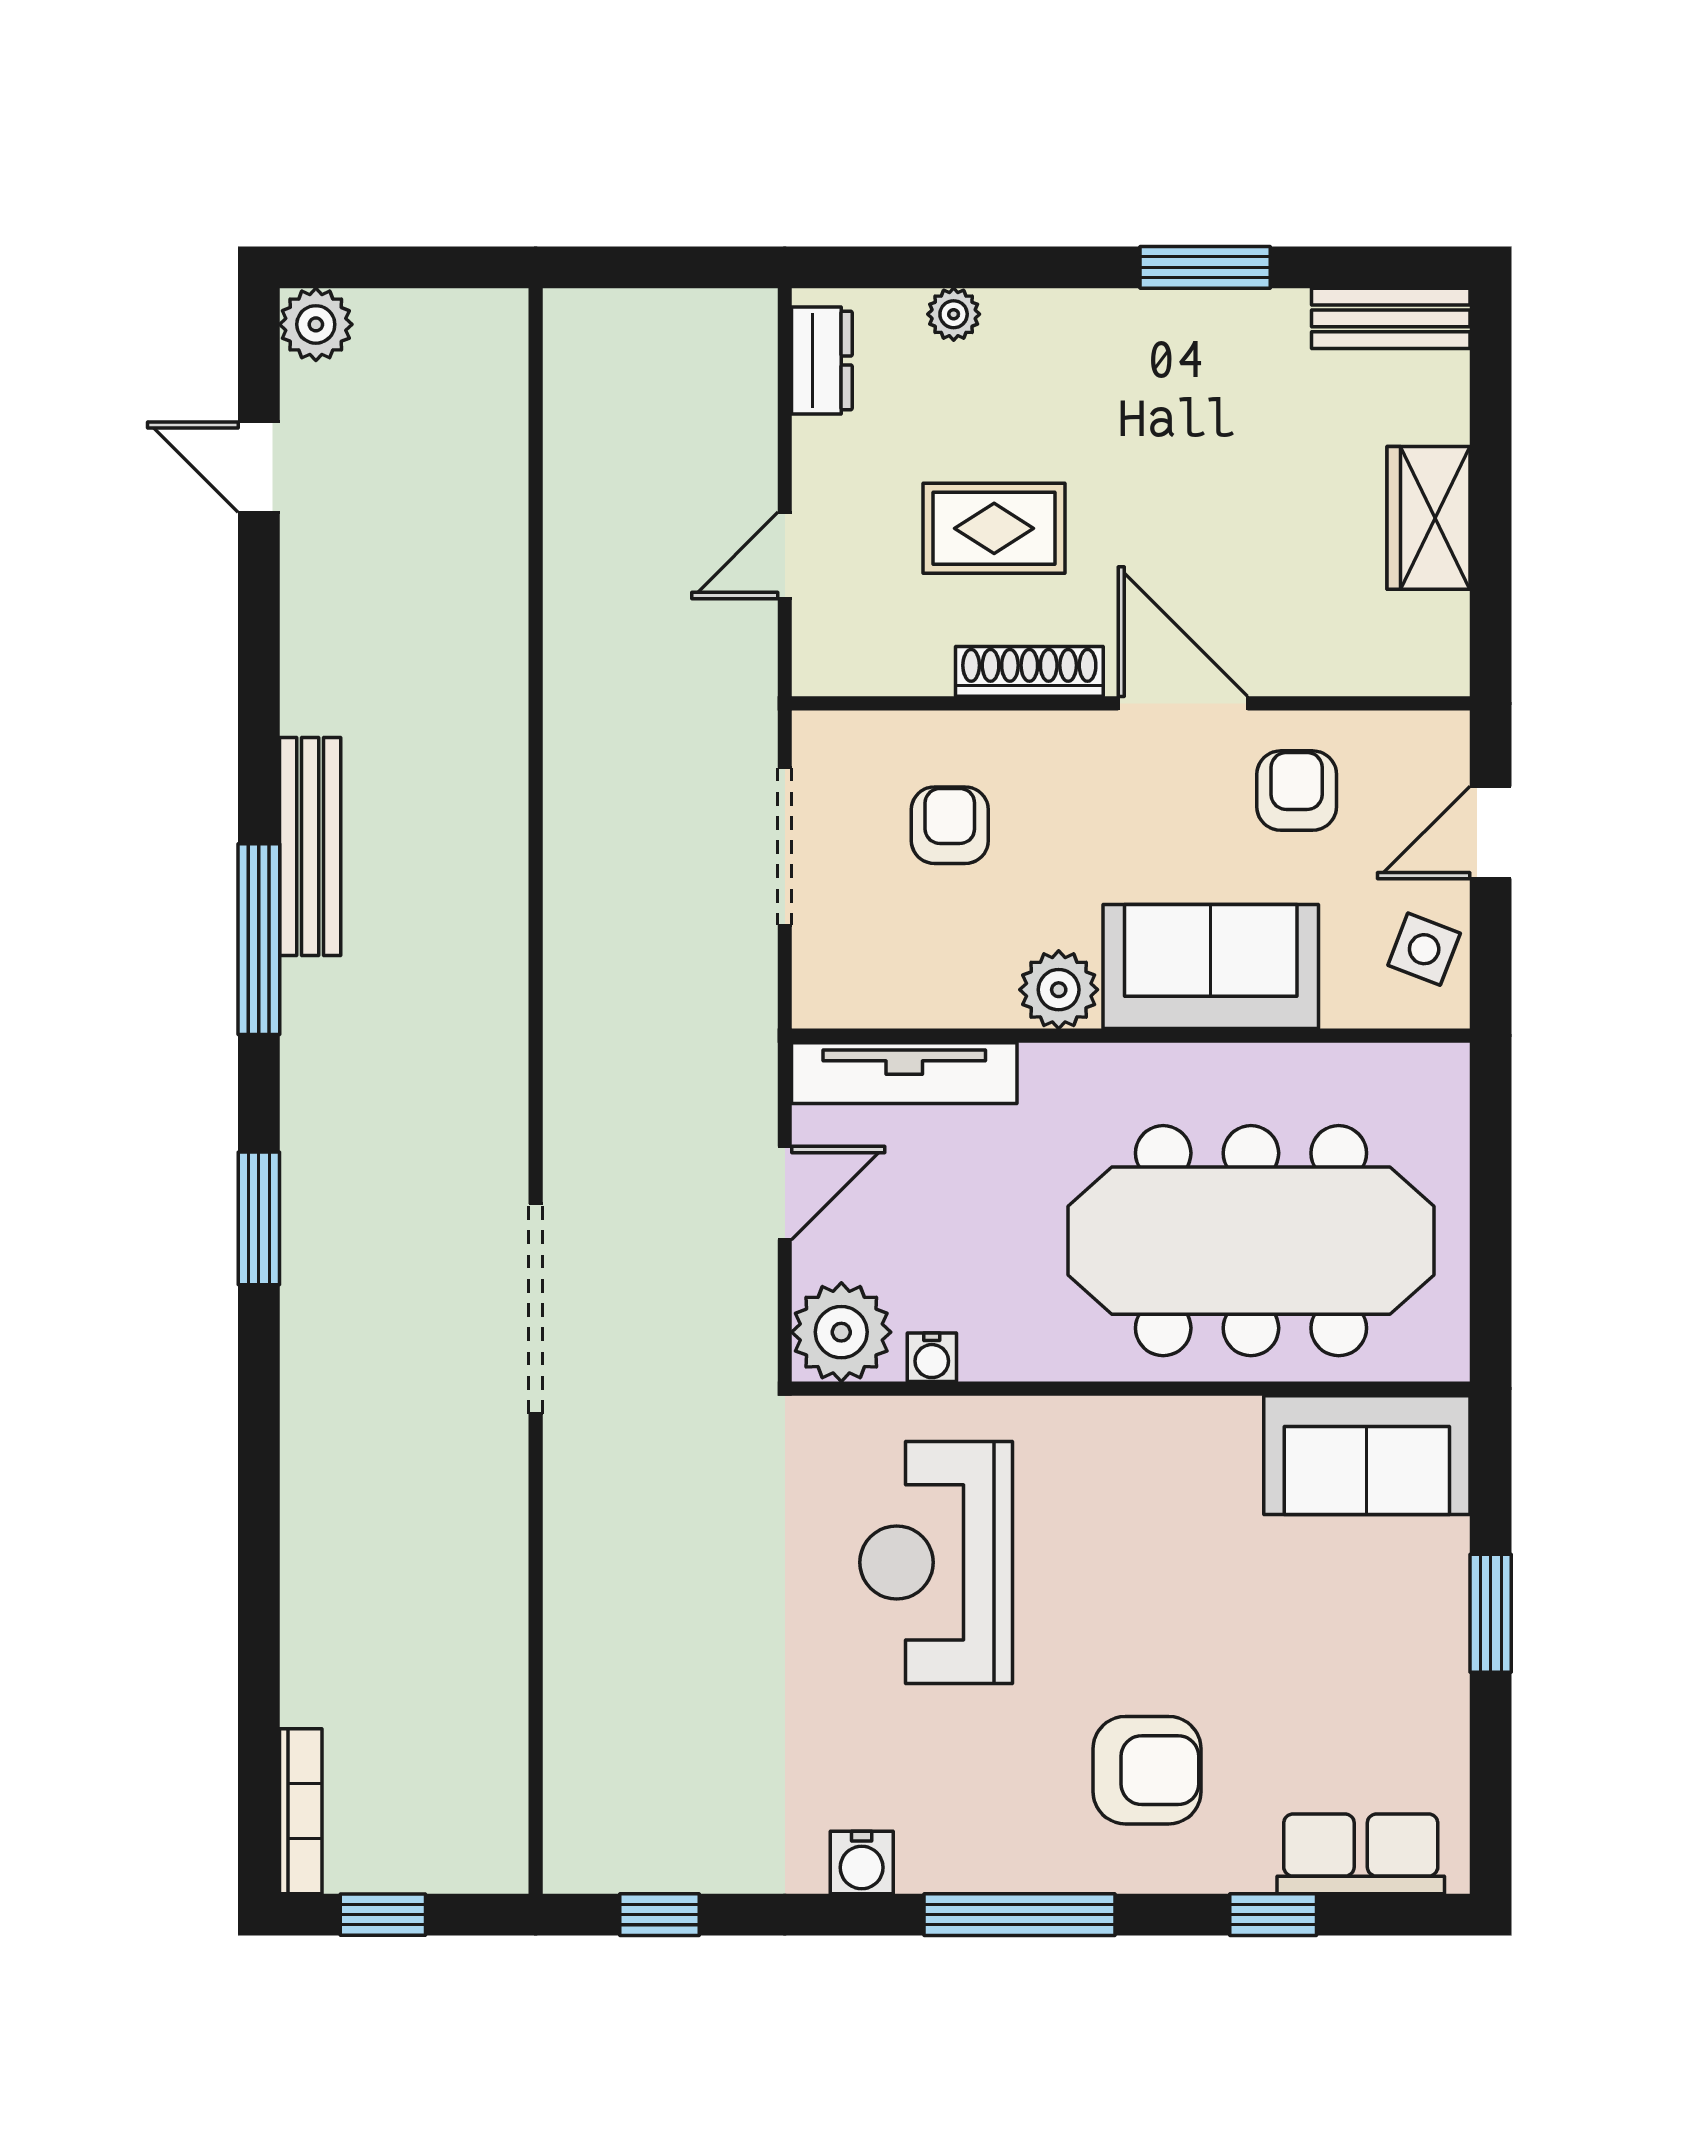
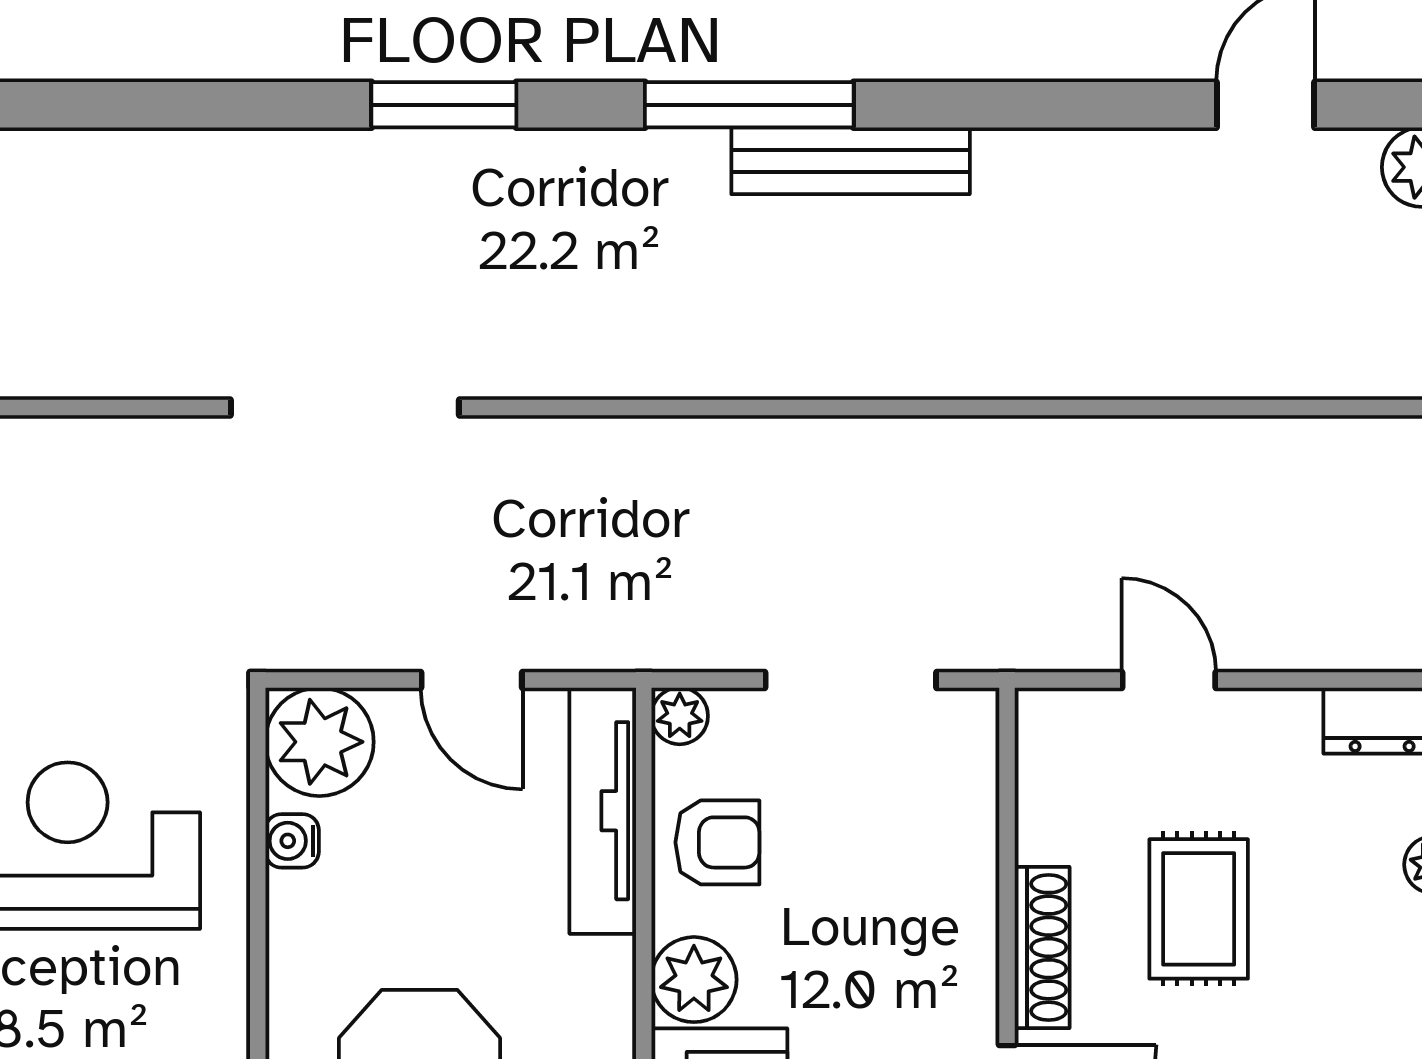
armchair: (950, 825) -> (717, 842), moved
plant: (818, 1003) -> (680, 716), added

